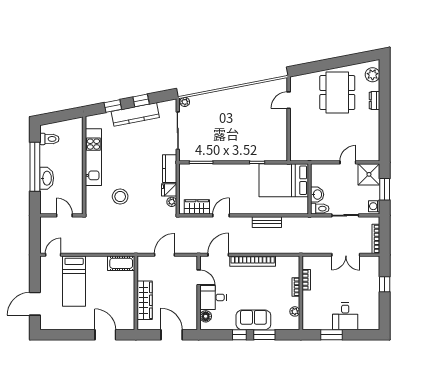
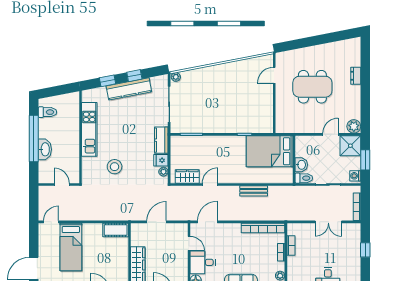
plant: (373, 75) -> (354, 126), moved
dining table: (337, 93) -> (312, 87), moved, turned 90
bookcase: (253, 261) -> (263, 228), moved

